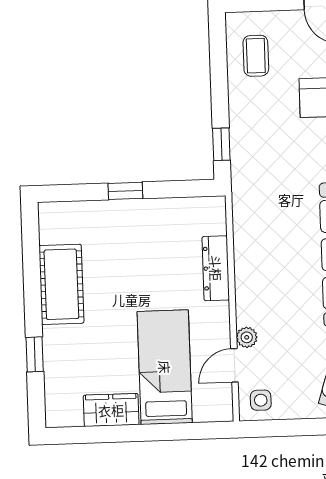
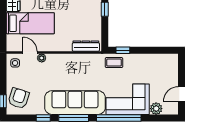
coffee table: (256, 56) -> (114, 63), moved
dresser: (216, 268) -> (86, 46), moved

